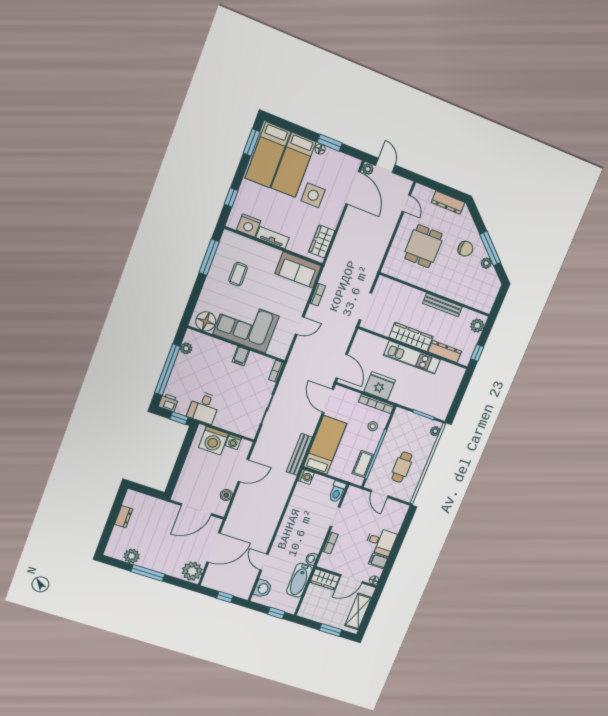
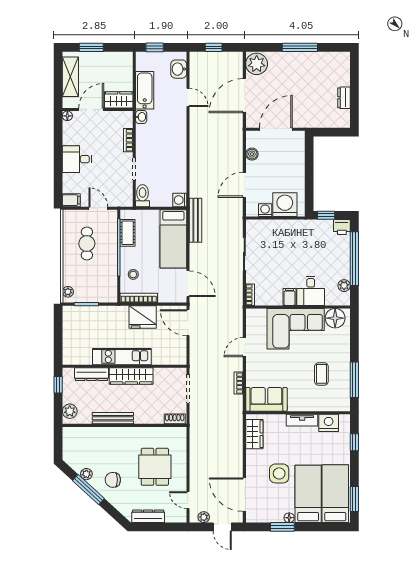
plant: (368, 169) -> (204, 517), moved
shoe rack: (388, 283) -> (175, 419), added
desk: (204, 407) -> (311, 291), moved, turned 180
plant: (132, 556) -> (322, 60), removed
filing cabinet: (378, 561) -> (71, 200), moved

